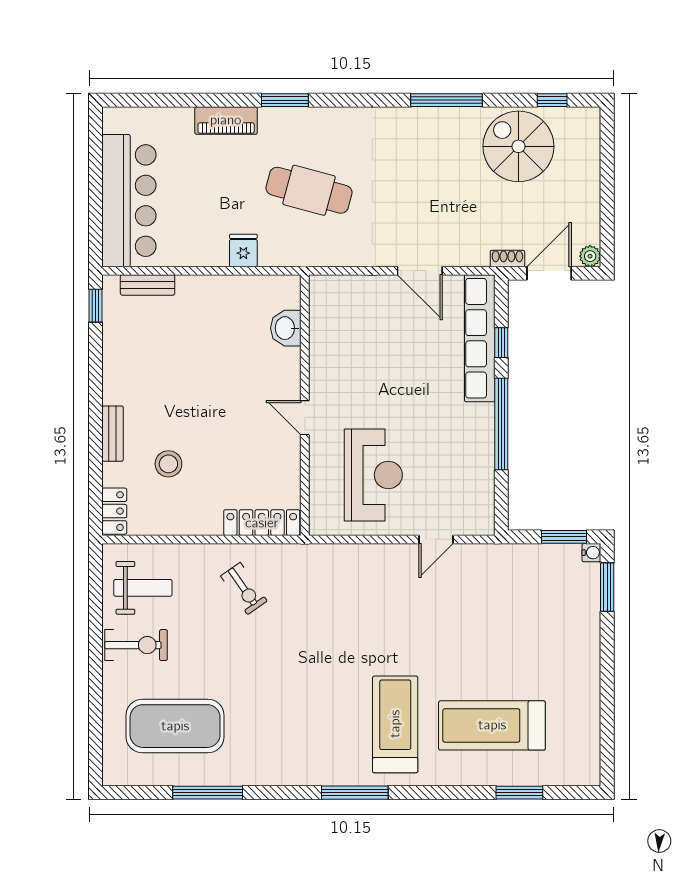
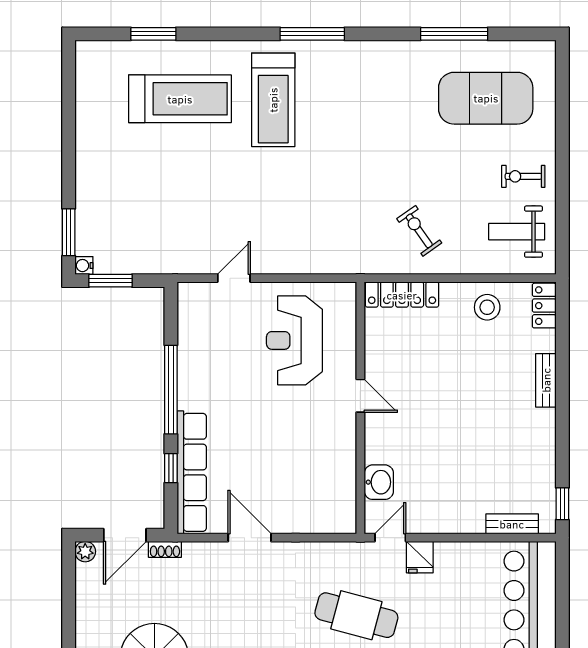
door: (274, 271) -> (390, 538), added
stool: (168, 464) -> (487, 307), moved
exercise bike: (136, 645) -> (523, 176), width x0.73, depth x0.72

